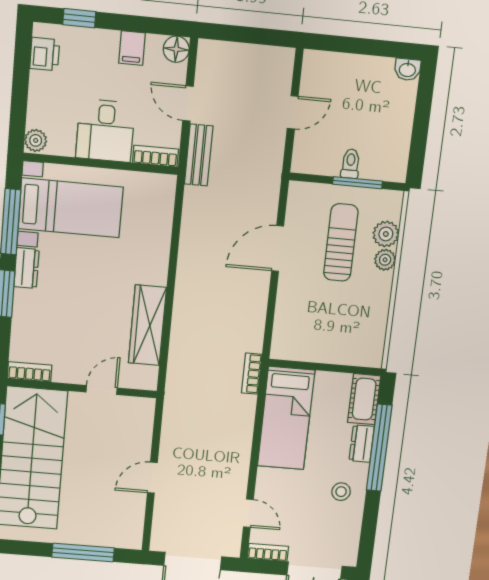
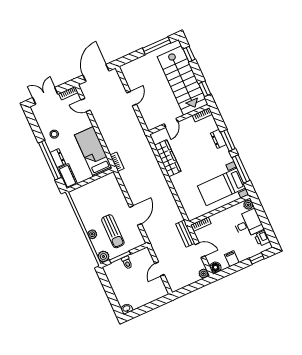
plant: (208, 51) -> (204, 274), added
desk: (105, 131) -> (248, 224), moved, turned 90
plant: (386, 234) -> (103, 256), moved
dresser: (27, 268) -> (218, 139), moved
window: (83, 553) -> (157, 46), moved

